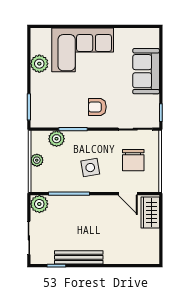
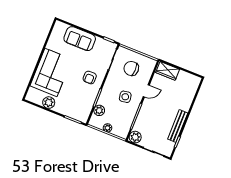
chair: (133, 160) -> (131, 68), turned 180
door: (128, 194) -> (146, 91), moved

